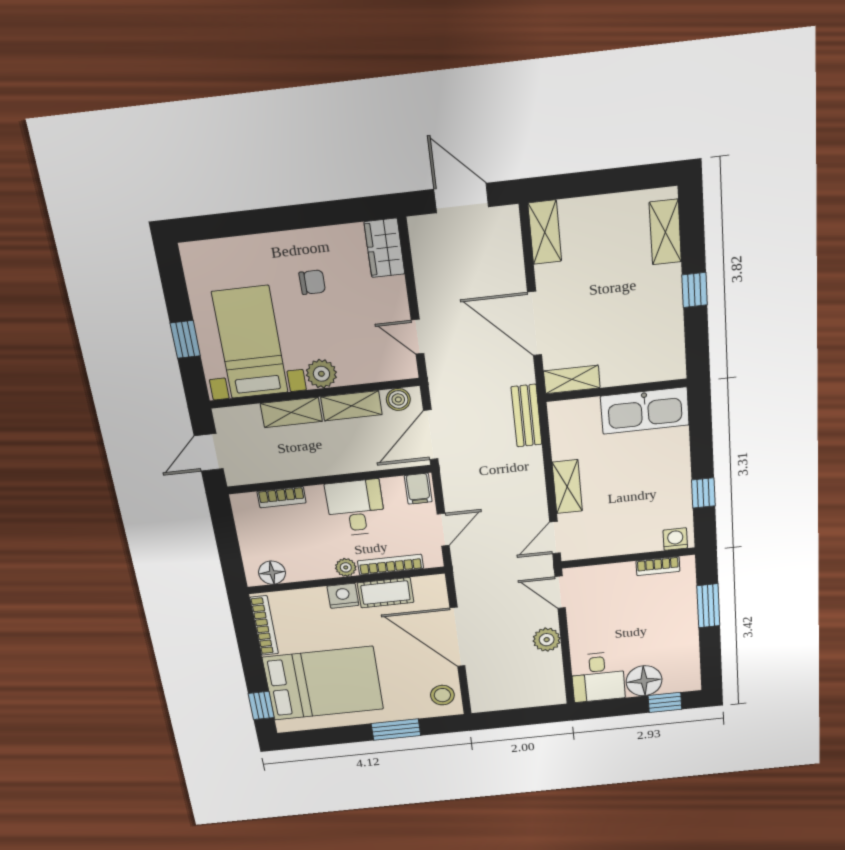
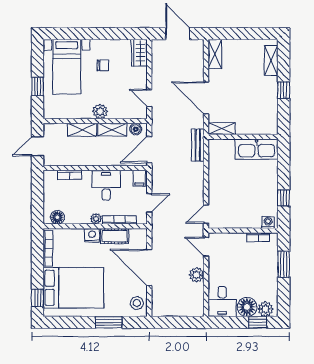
bed with nightstands: (250, 343) -> (67, 67), moved, turned 180
shelving: (567, 487) -> (215, 186), removed
plant: (678, 681) -> (265, 309), added

